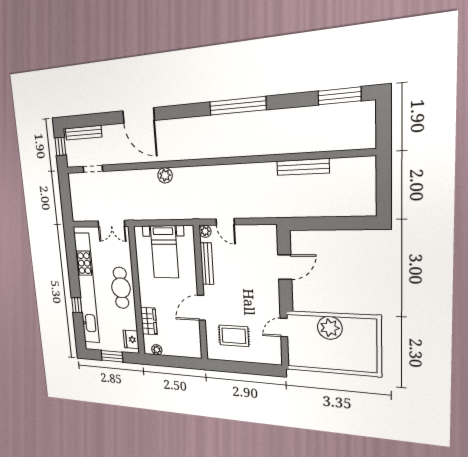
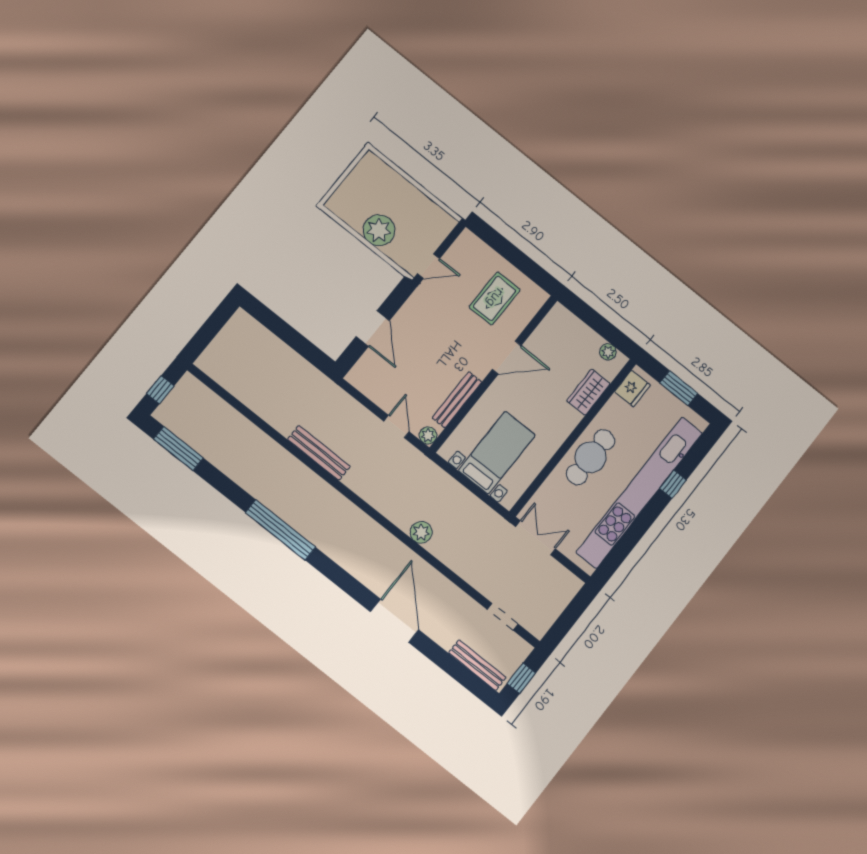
window: (383, 121) -> (160, 390), added
bench: (303, 167) -> (319, 453), moved
door: (285, 267) -> (373, 328), swing flipped
rug: (234, 336) -> (495, 298), turned 90

